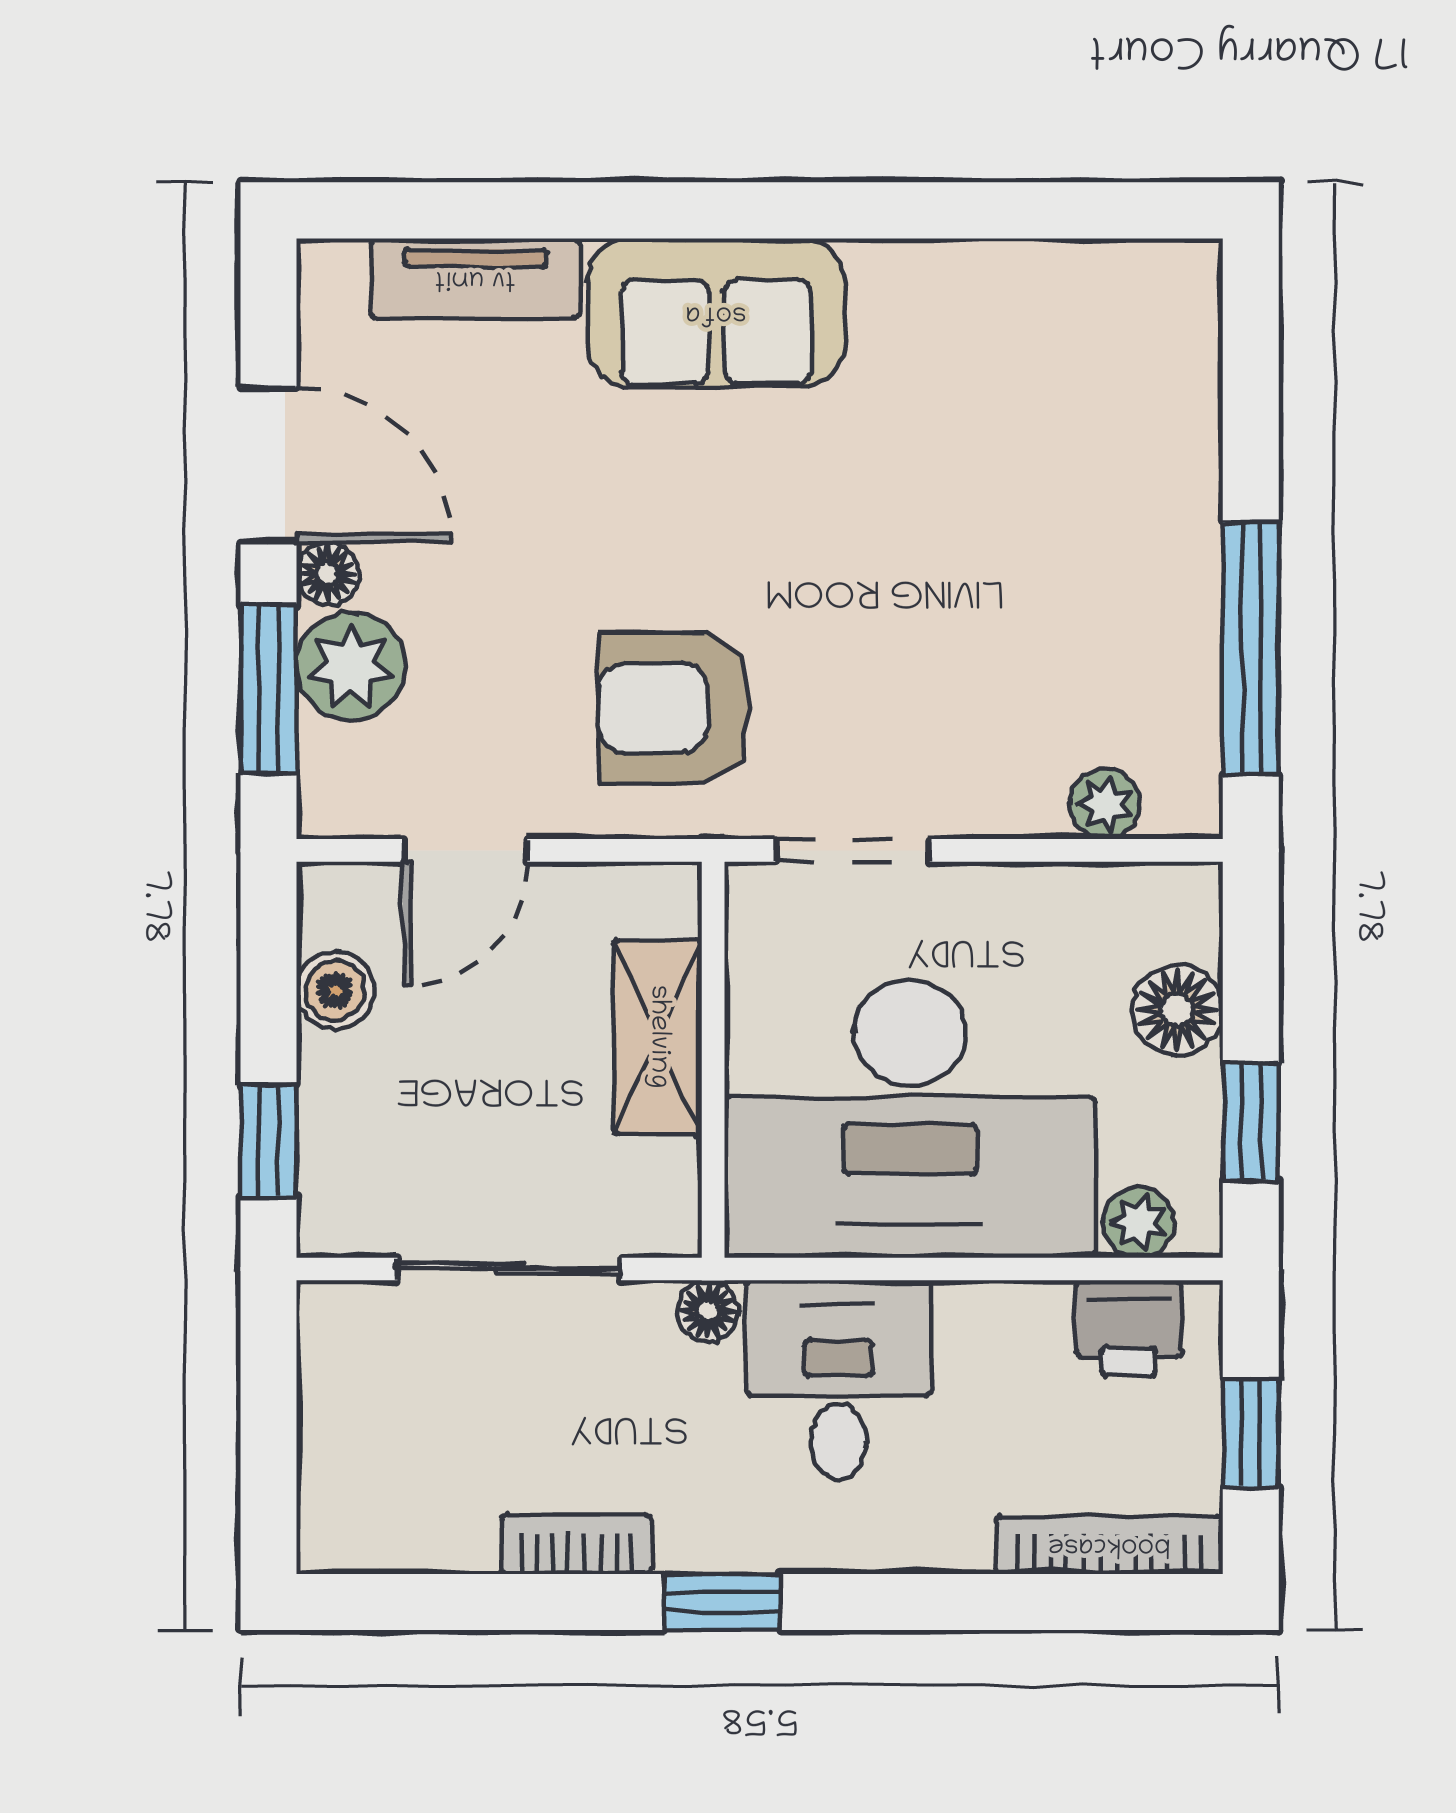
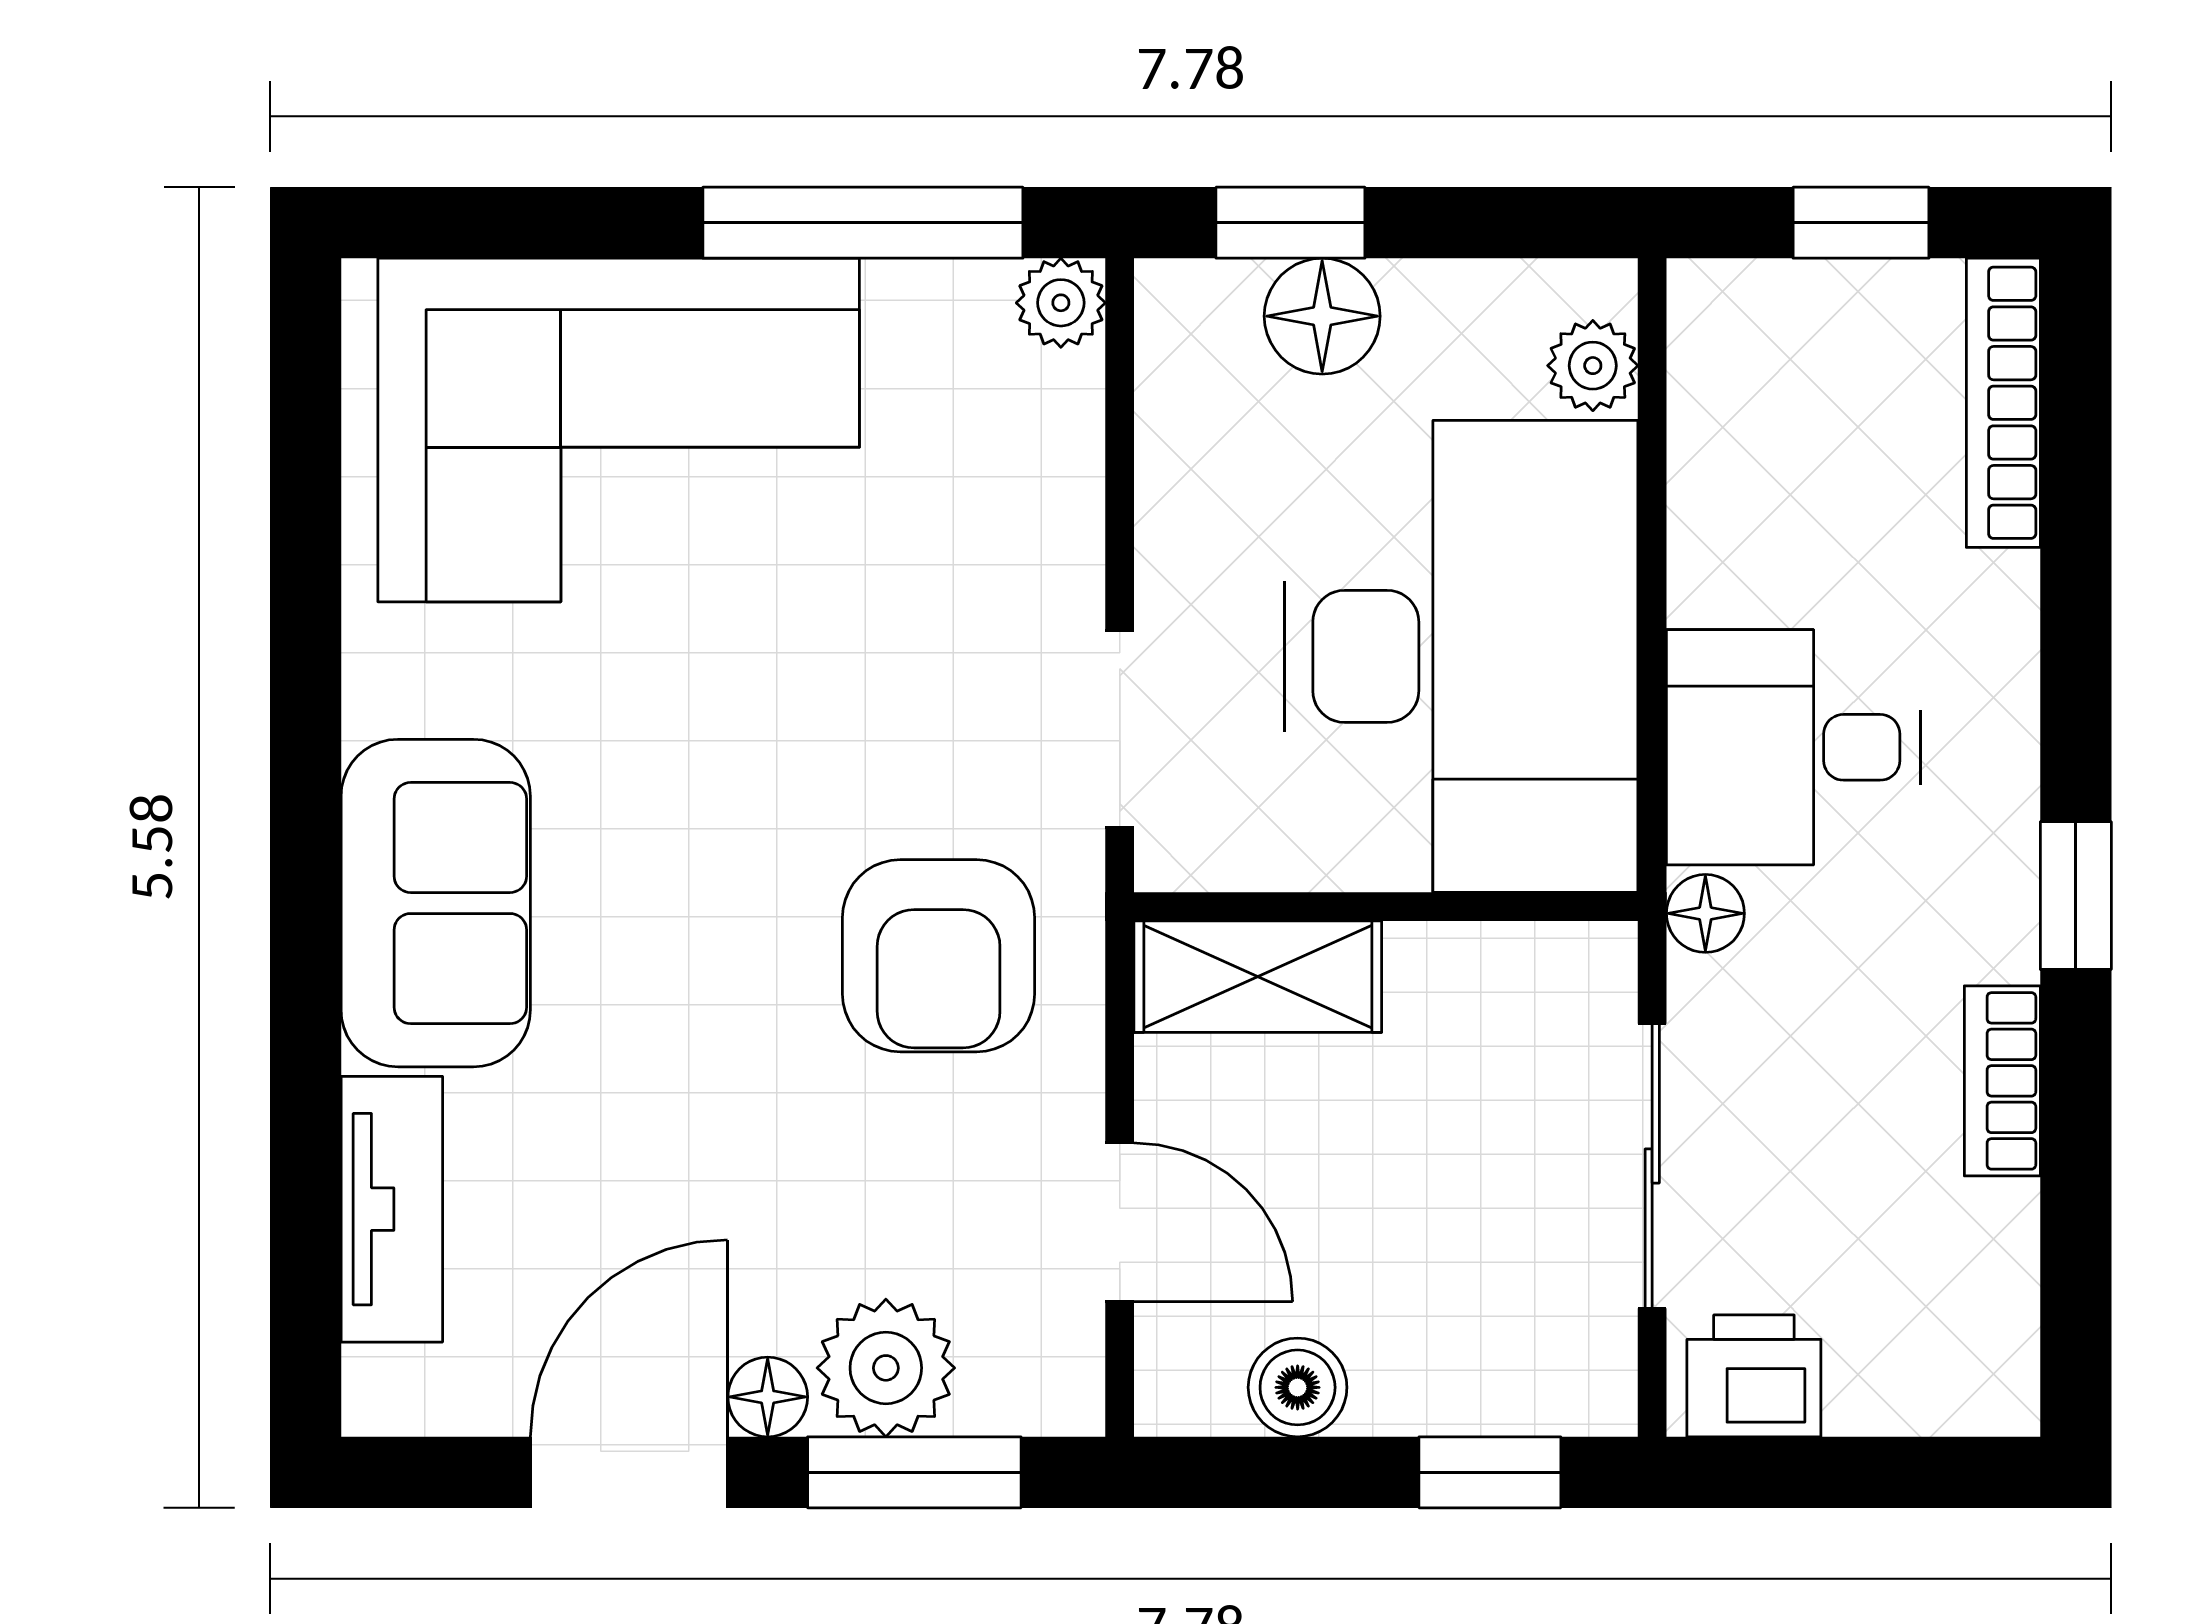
corner sofa: (1088, 456) -> (619, 430), added
plant: (1105, 804) -> (1061, 303), moved
shelving: (658, 1037) -> (1258, 977), moved
window: (1251, 1122) -> (1290, 223), moved
printer: (1129, 1328) -> (1754, 1376), moved, turned -90

